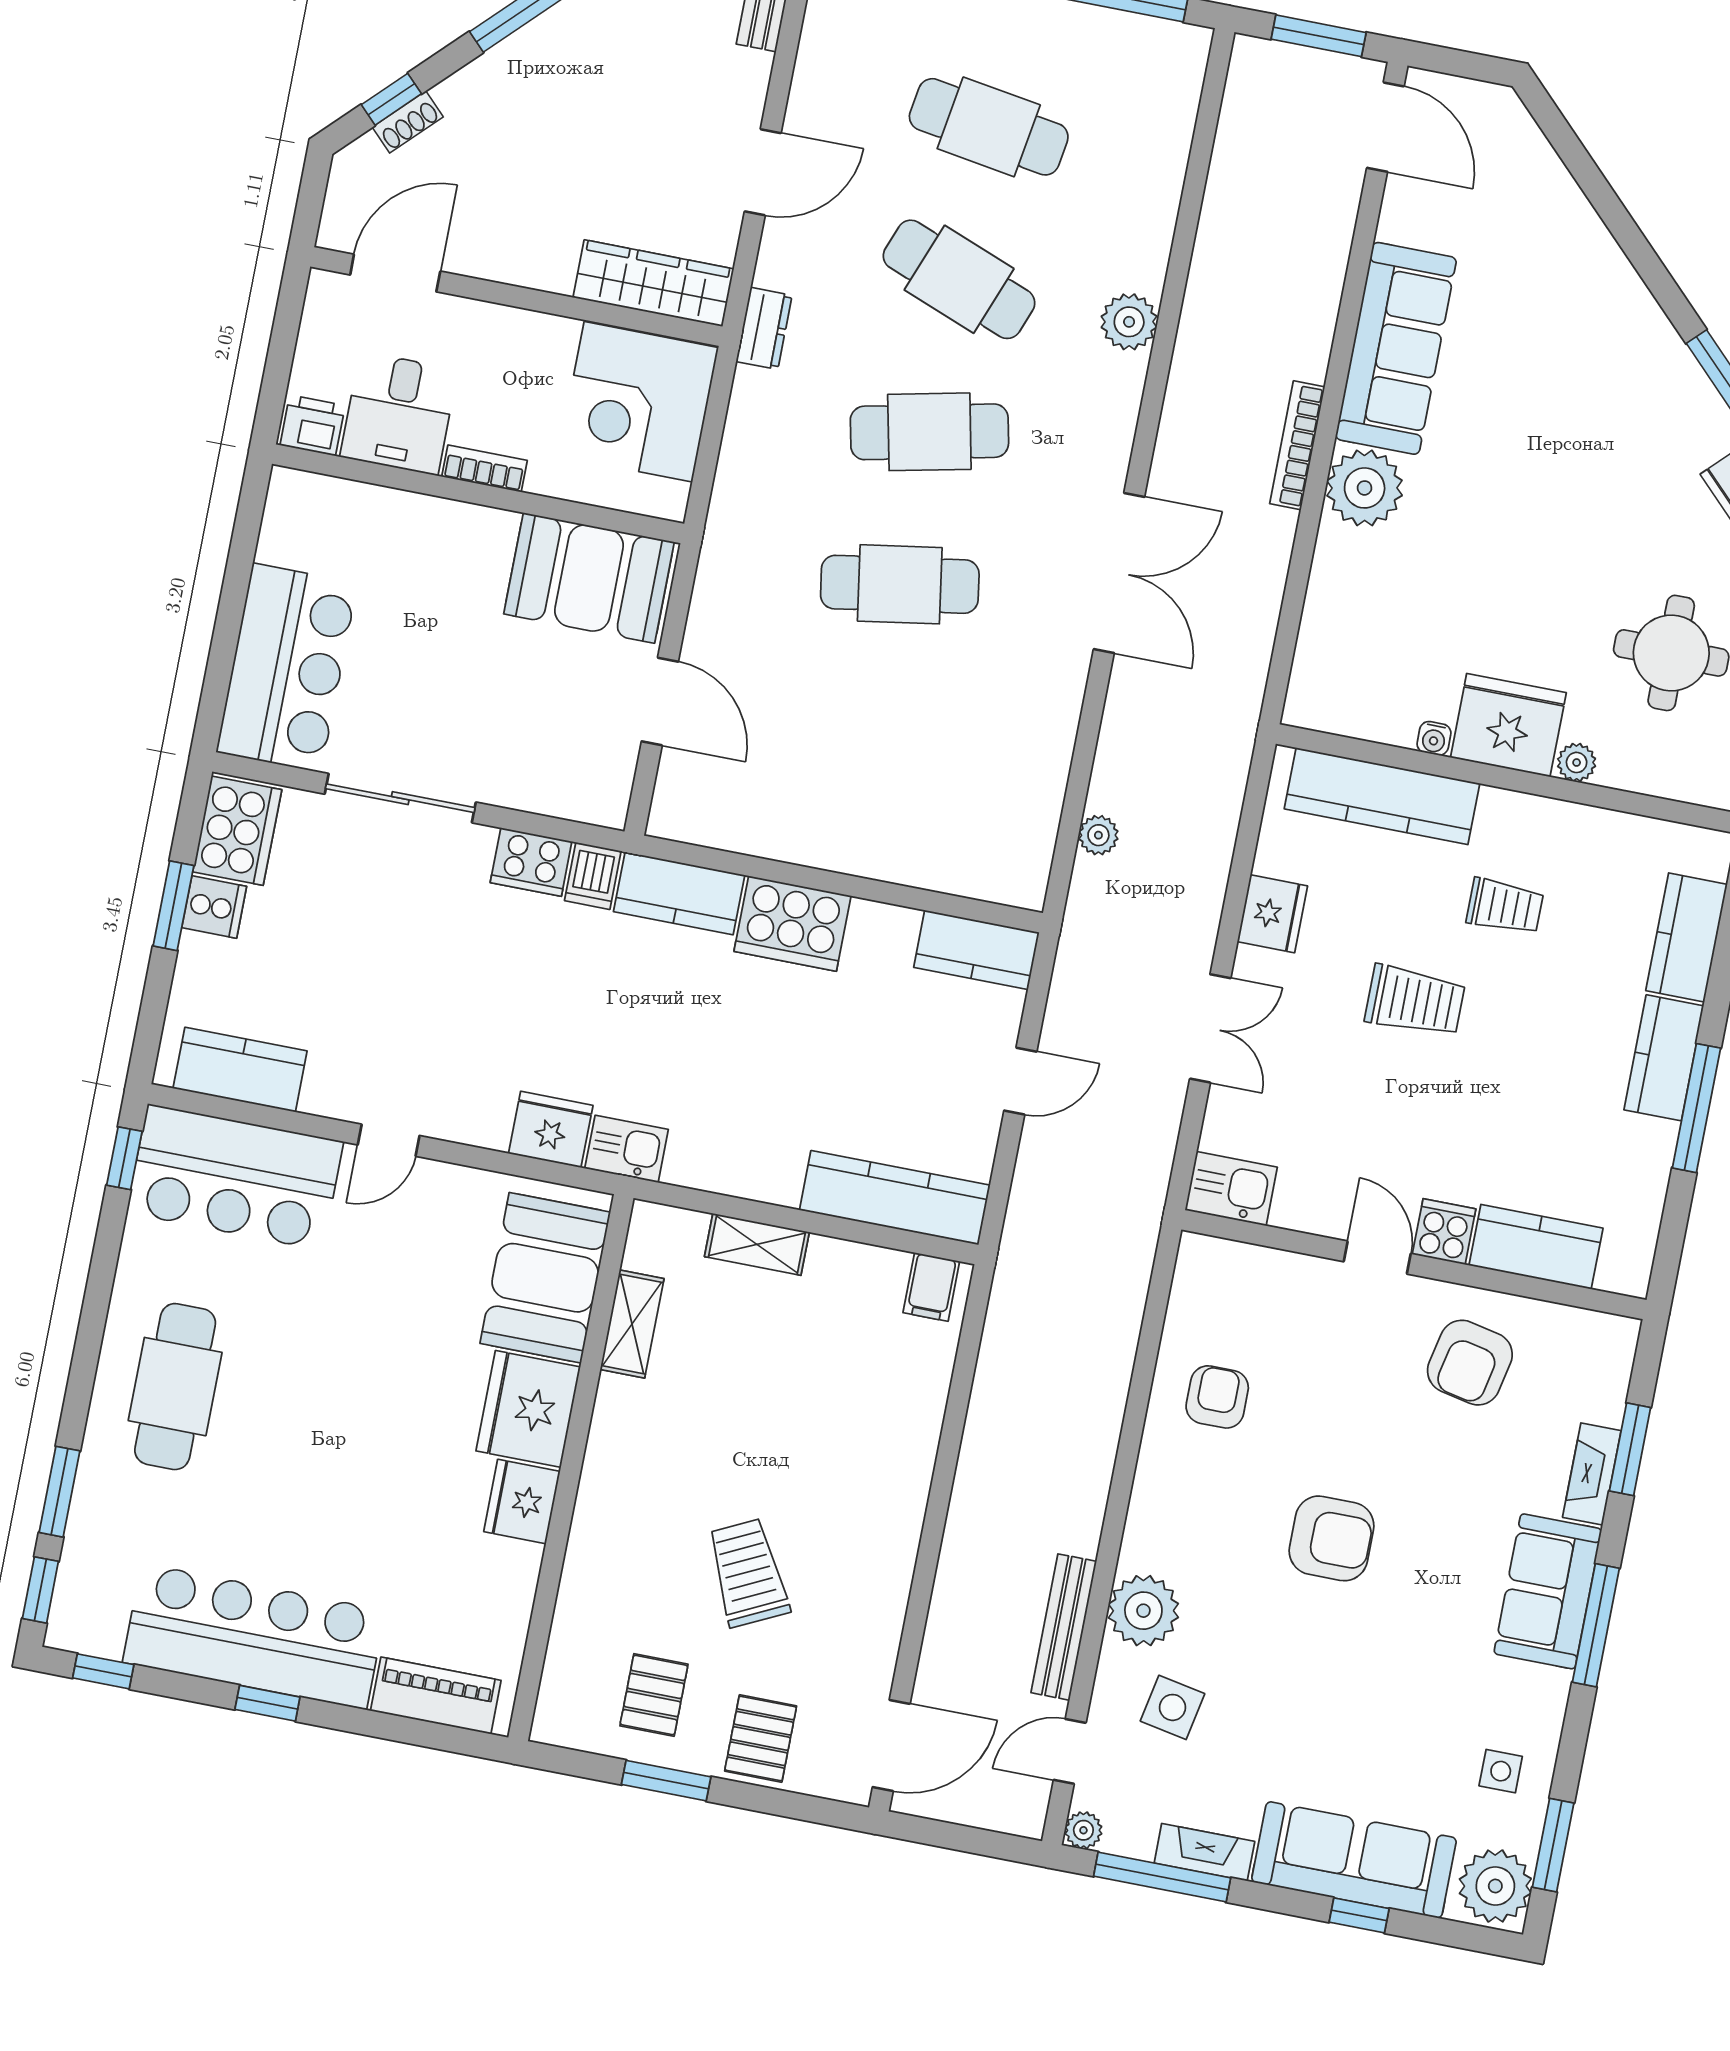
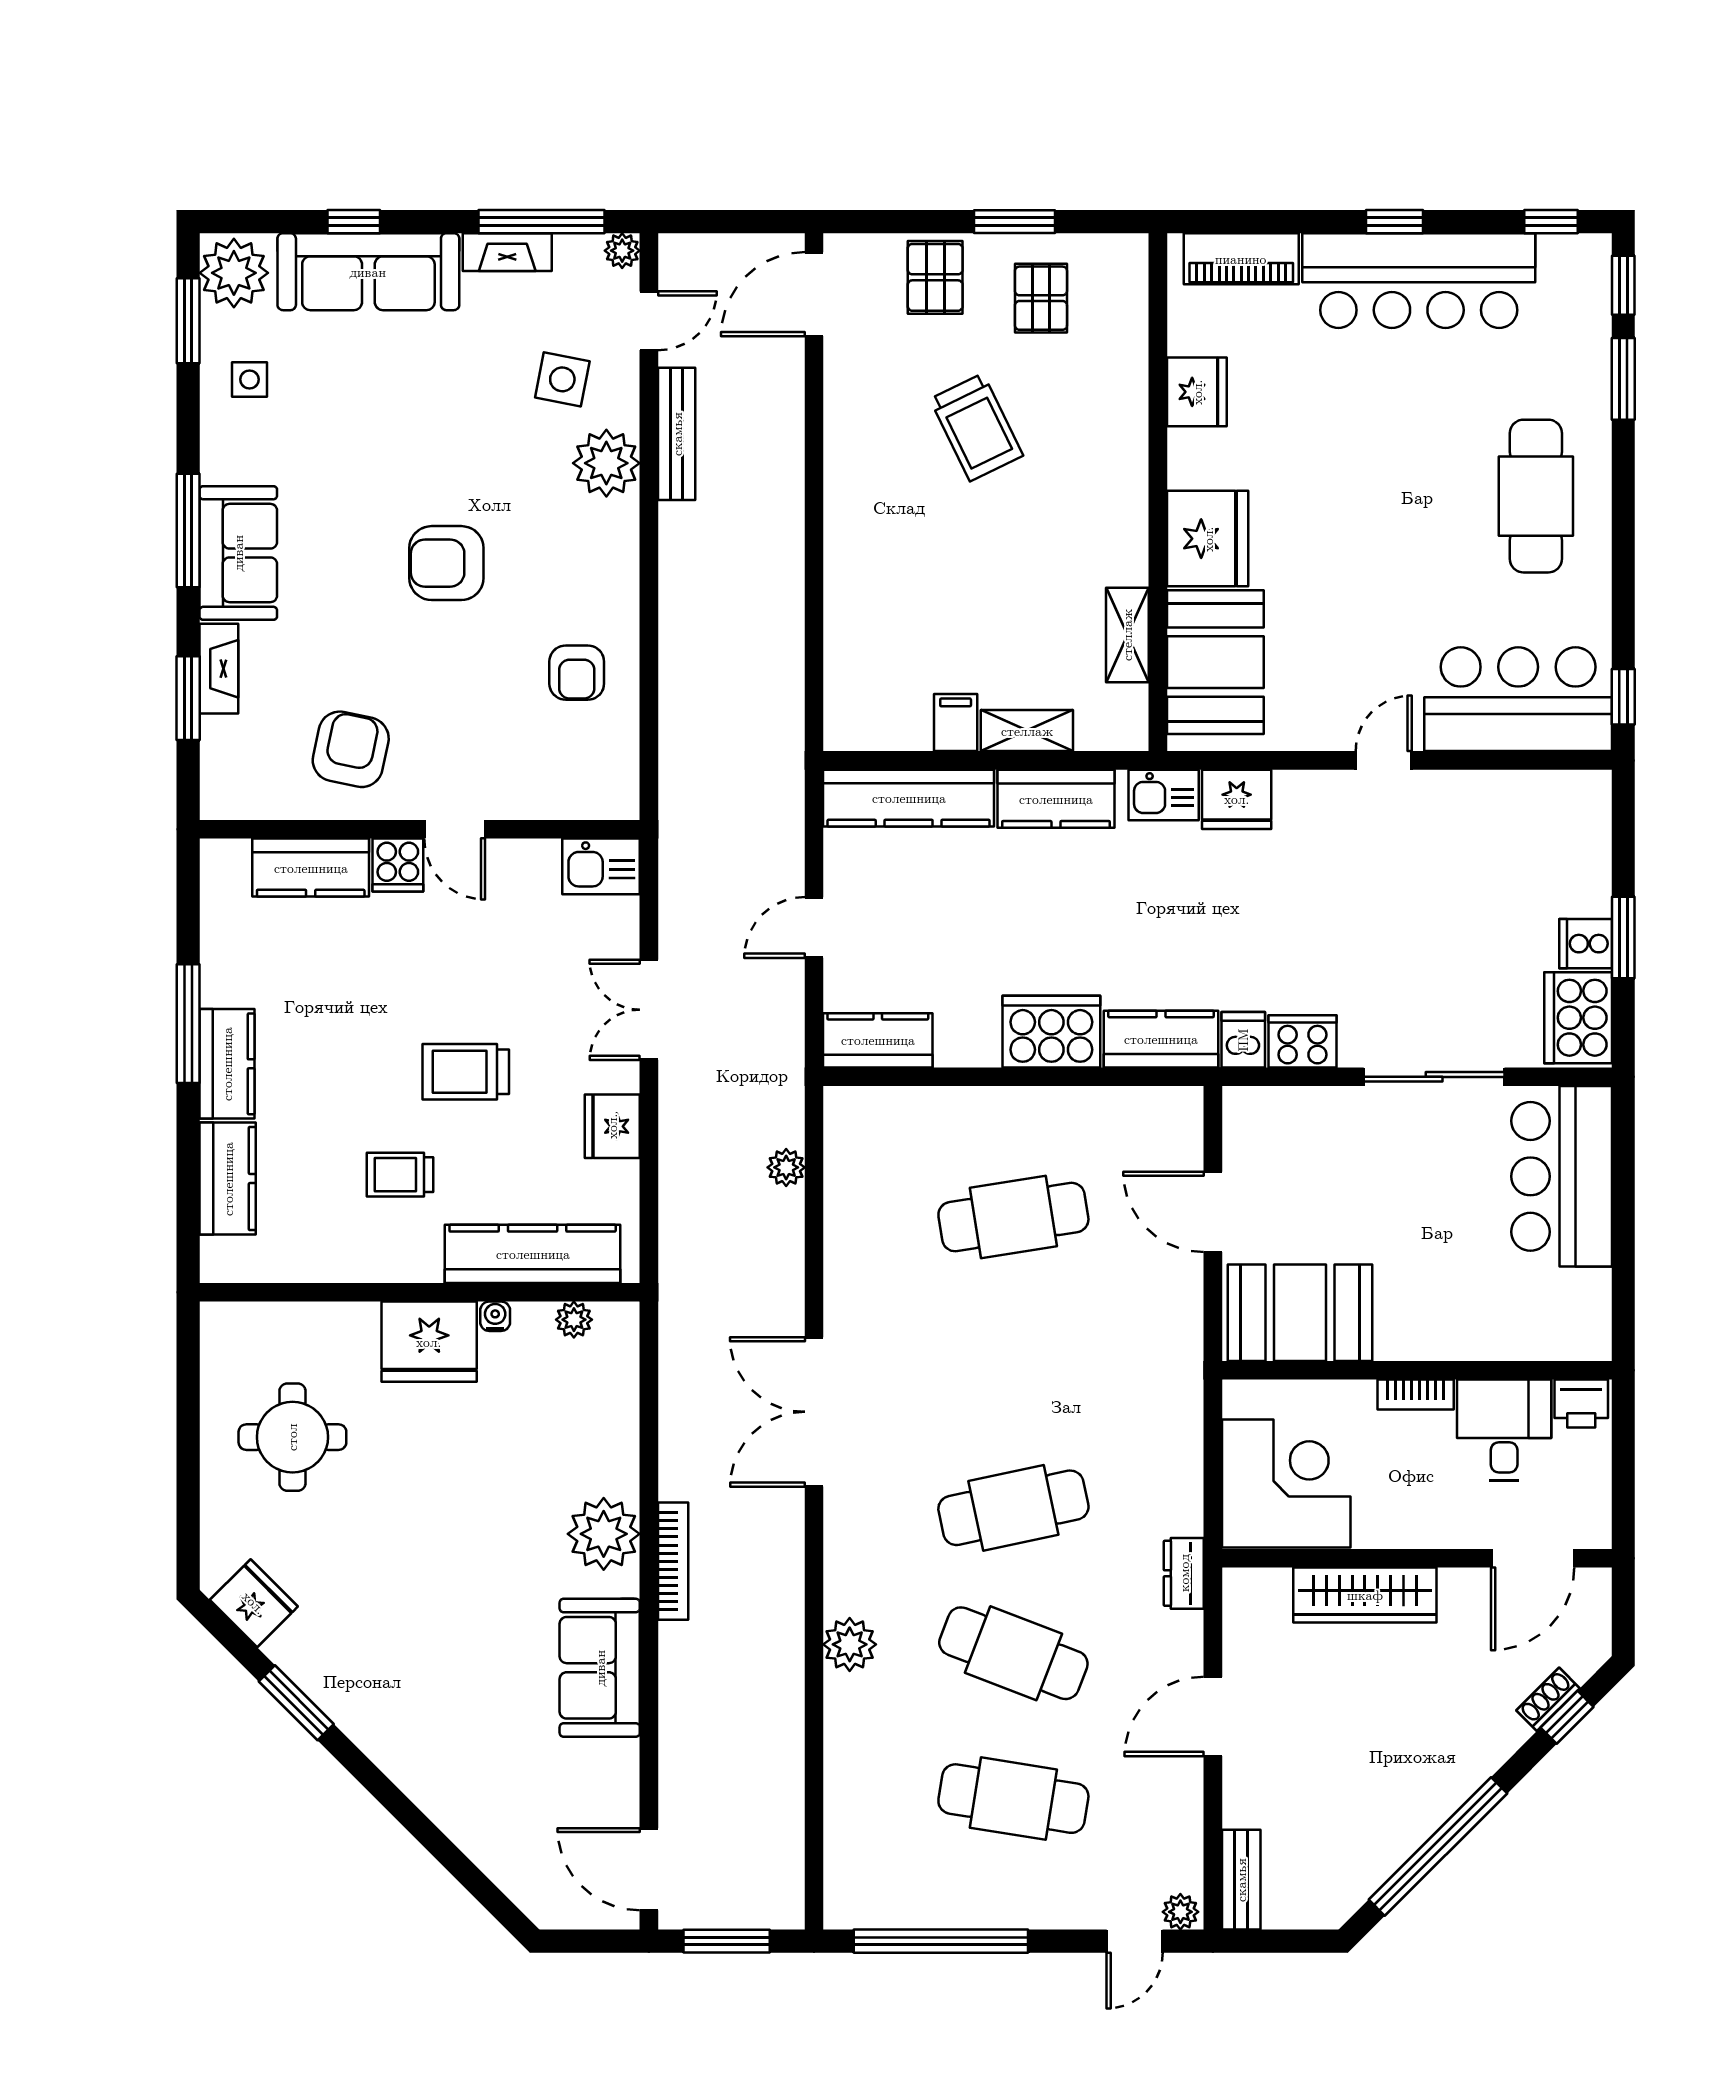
wardrobe: (653, 283) -> (1365, 1595), moved
sofa: (1396, 348) -> (600, 1668), width x0.73
cafe table: (900, 584) -> (1013, 1217), moved
plant: (1577, 762) -> (574, 1320), moved
kitchen counter: (240, 1070) -> (1056, 799), moved
filing cabinet: (931, 1287) -> (956, 723), moved
fridge: (522, 1501) -> (1197, 392), moved

